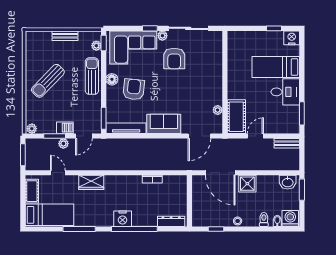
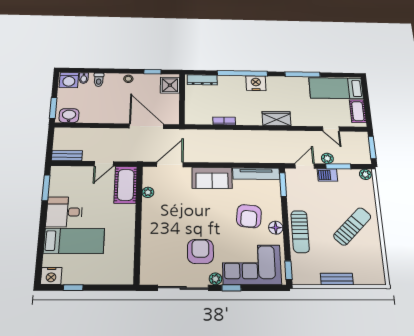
plant: (96, 46) -> (297, 267), removed
wardrobe: (91, 182) -> (276, 119), moved
shower: (247, 184) -> (170, 85), moved

